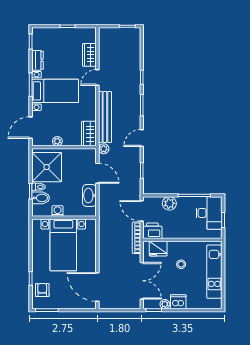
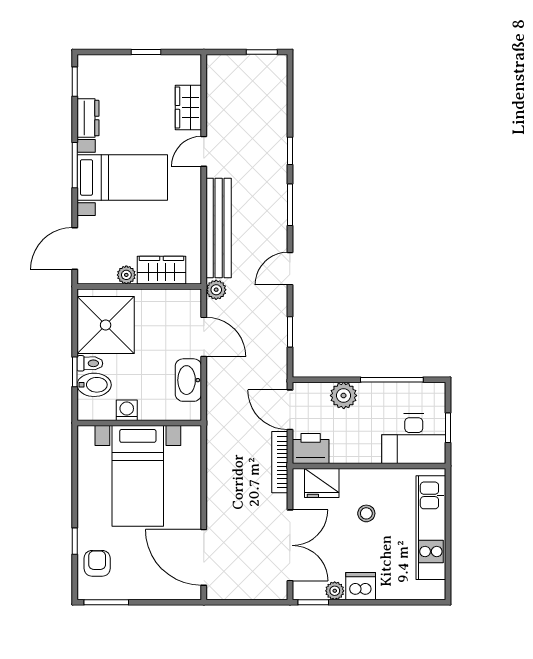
wardrobe: (89, 134) -> (161, 270), moved, turned 90
desk: (209, 213) -> (414, 439), moved, turned 90

